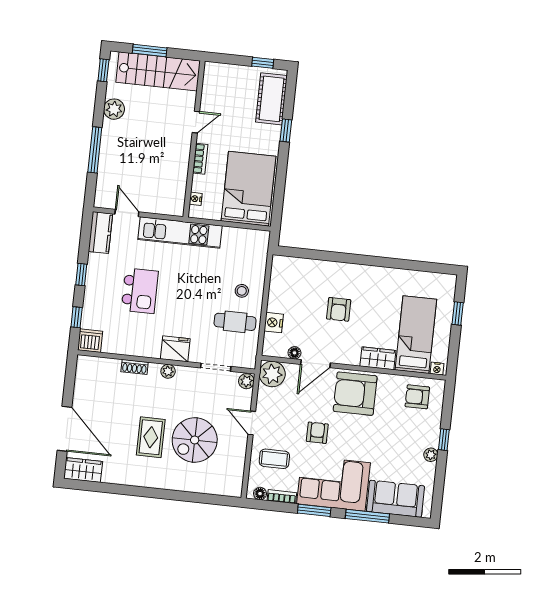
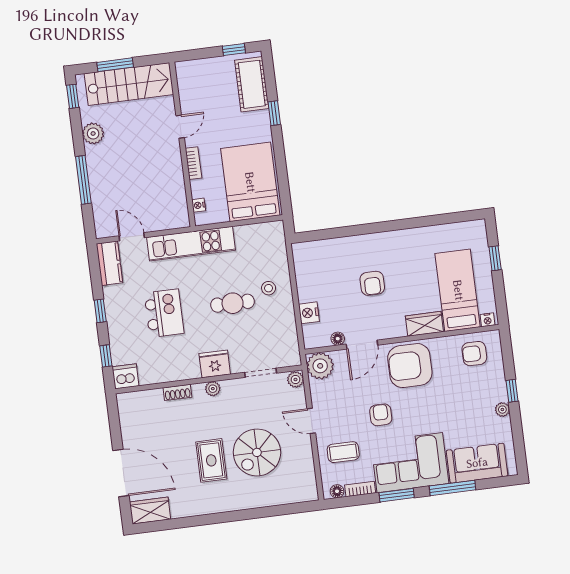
cafe table: (235, 322) -> (233, 303), moved

